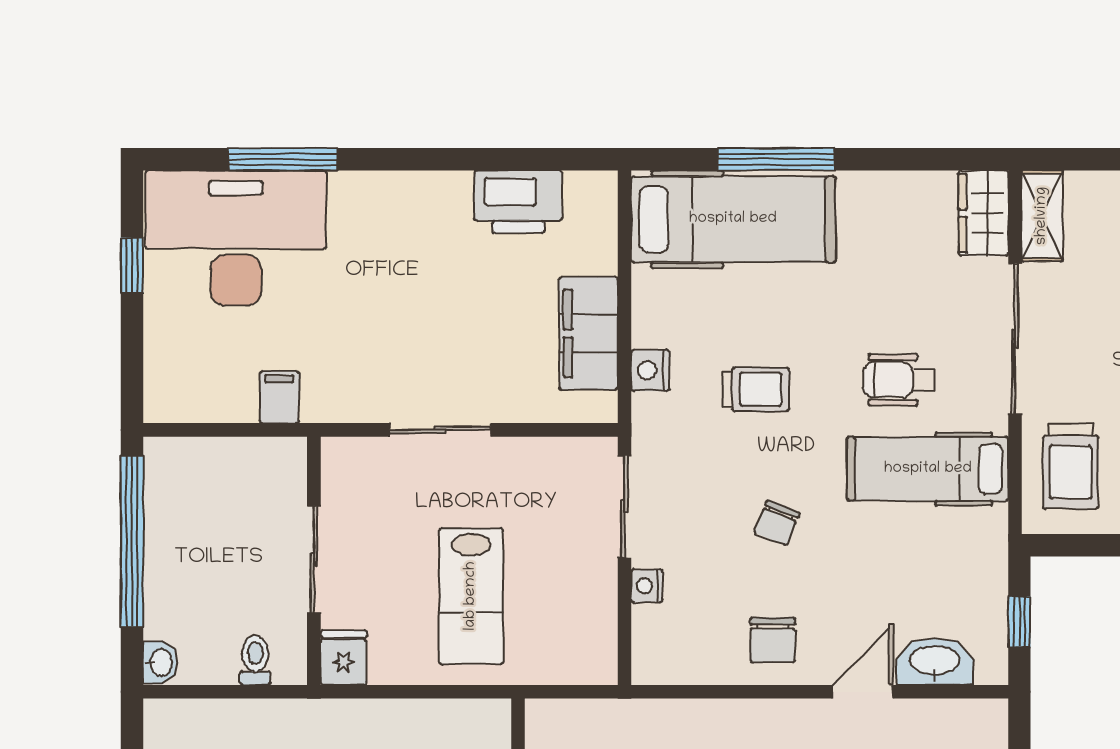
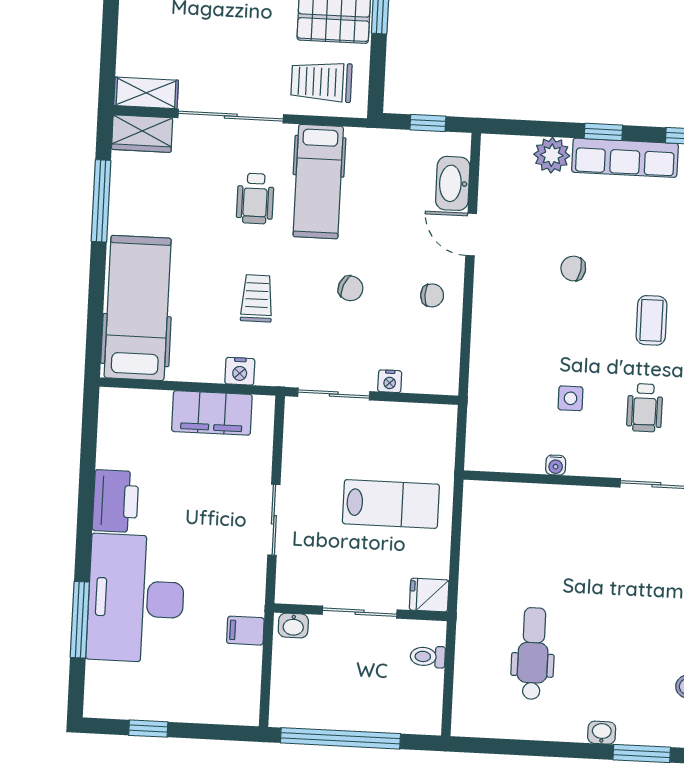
window: (776, 159) -> (101, 201), moved
printer: (518, 202) -> (116, 501), moved
desk: (236, 238) -> (136, 598), moved
trolley: (1071, 466) -> (321, 82), turned 180
chair: (773, 640) -> (432, 295), width x0.73, depth x0.73
washbasin: (160, 662) -> (293, 625), moved, turned 180

